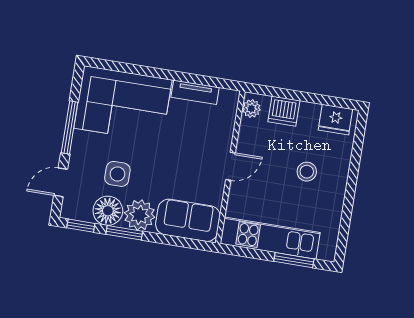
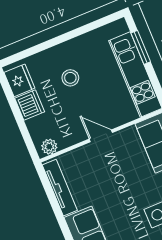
tv unit: (195, 92) -> (60, 188), width x1.41
dishwasher: (284, 111) -> (30, 105), moved

